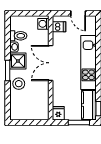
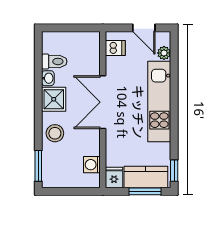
washing machine: (43, 24) -> (92, 165), moved
plant: (92, 30) -> (164, 53), added
window: (8, 71) -> (38, 166), moved
kitchen counter: (89, 105) -> (146, 177), moved, turned 90

